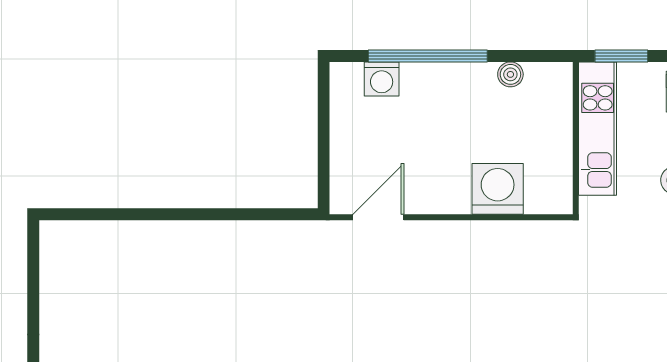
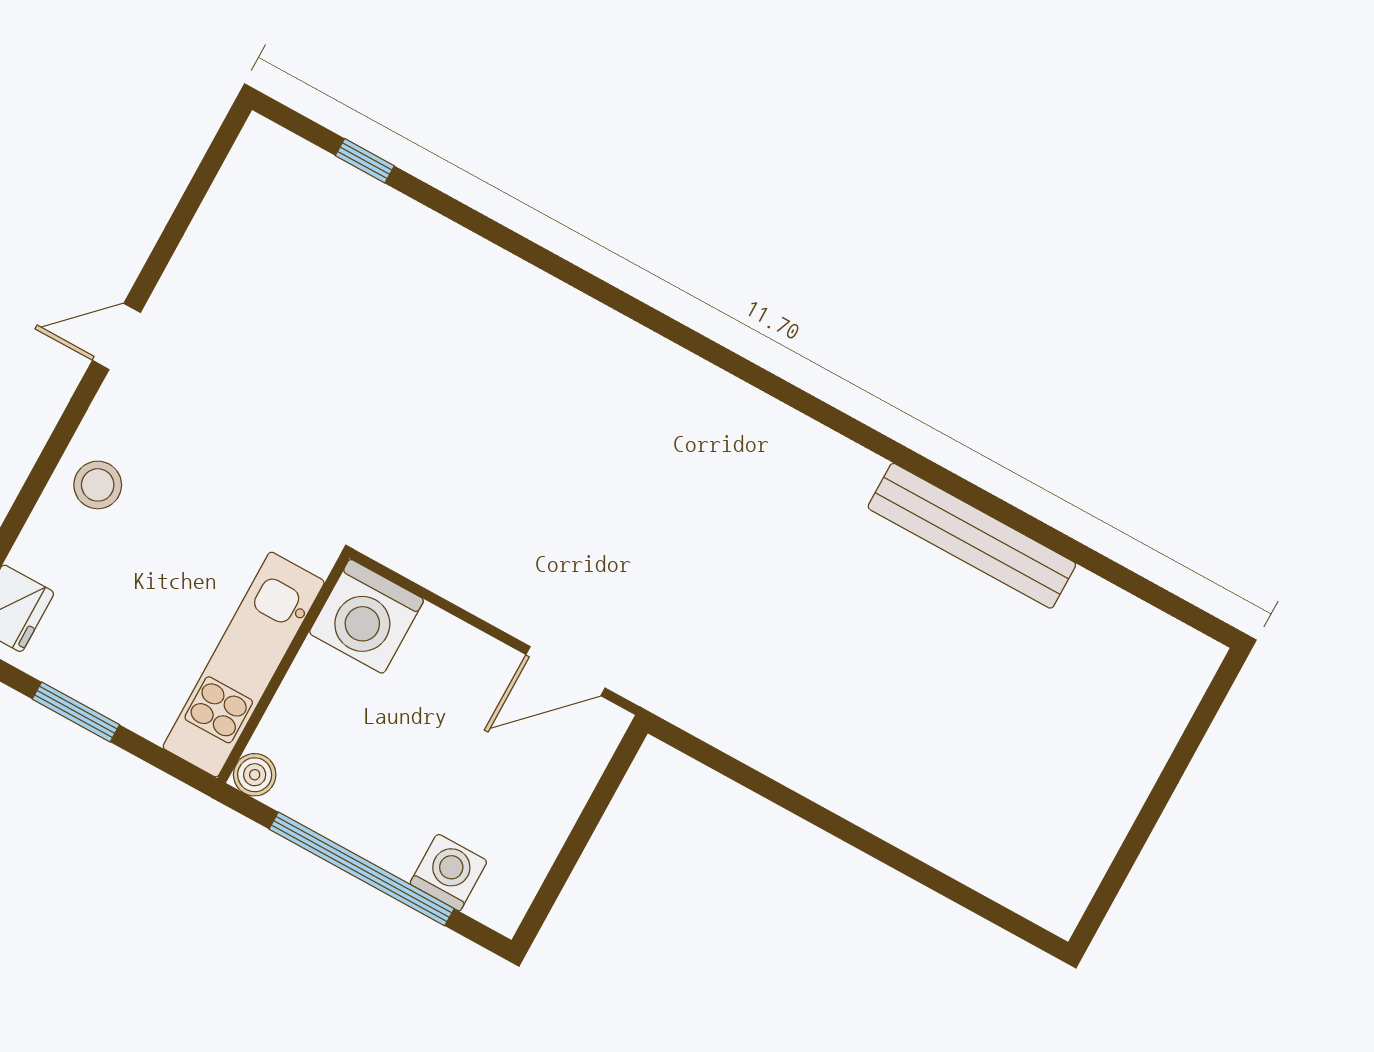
kitchen unit: (598, 129) -> (244, 664), moved
wall: (576, 138) -> (283, 668), moved

